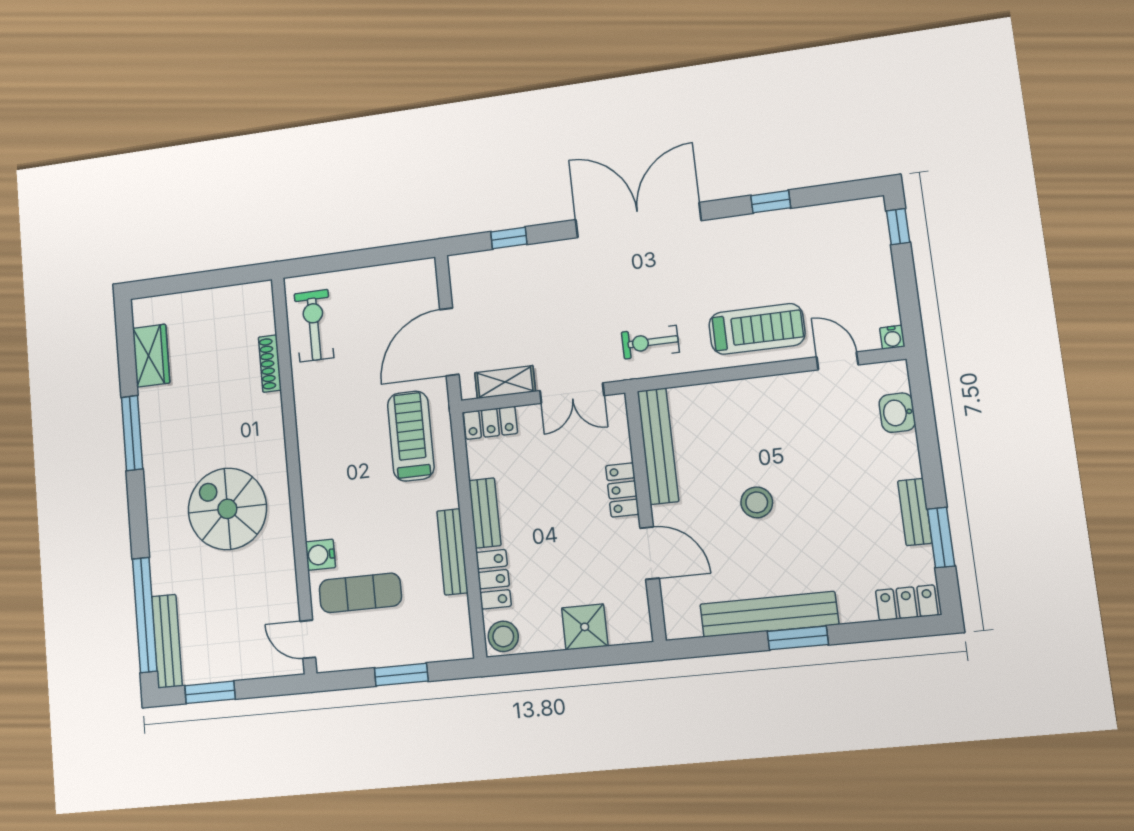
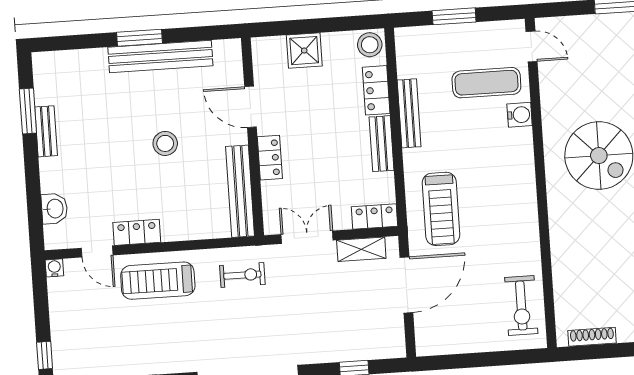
shoe rack: (270, 364) -> (592, 337), moved, turned -90
locker: (907, 603) -> (137, 232), moved, turned 180

